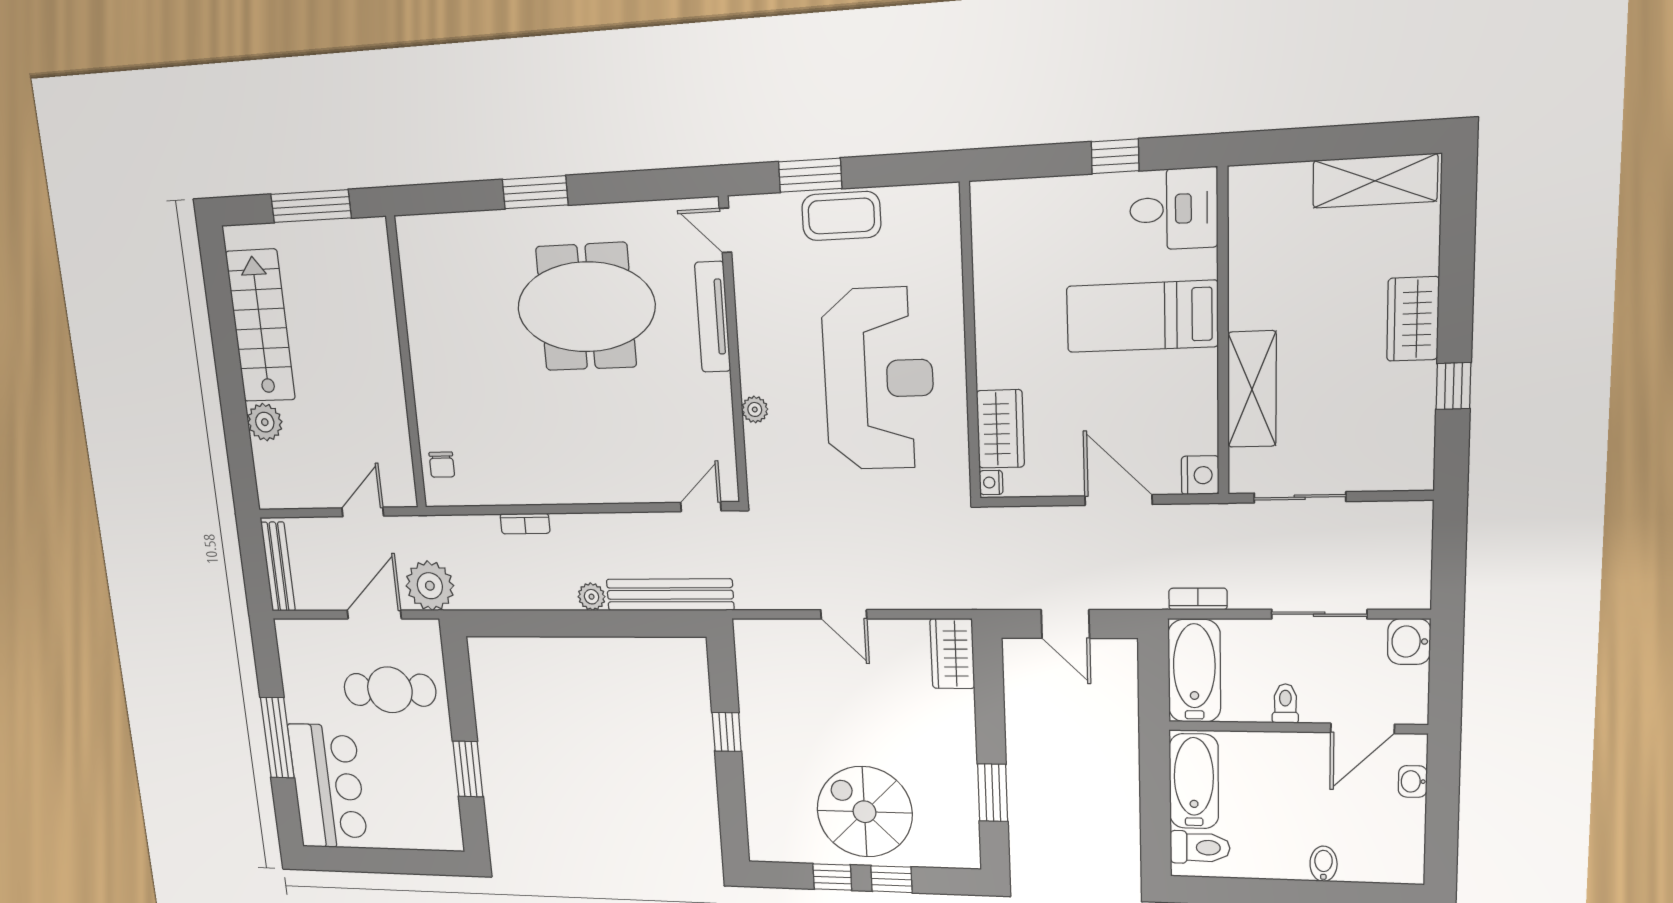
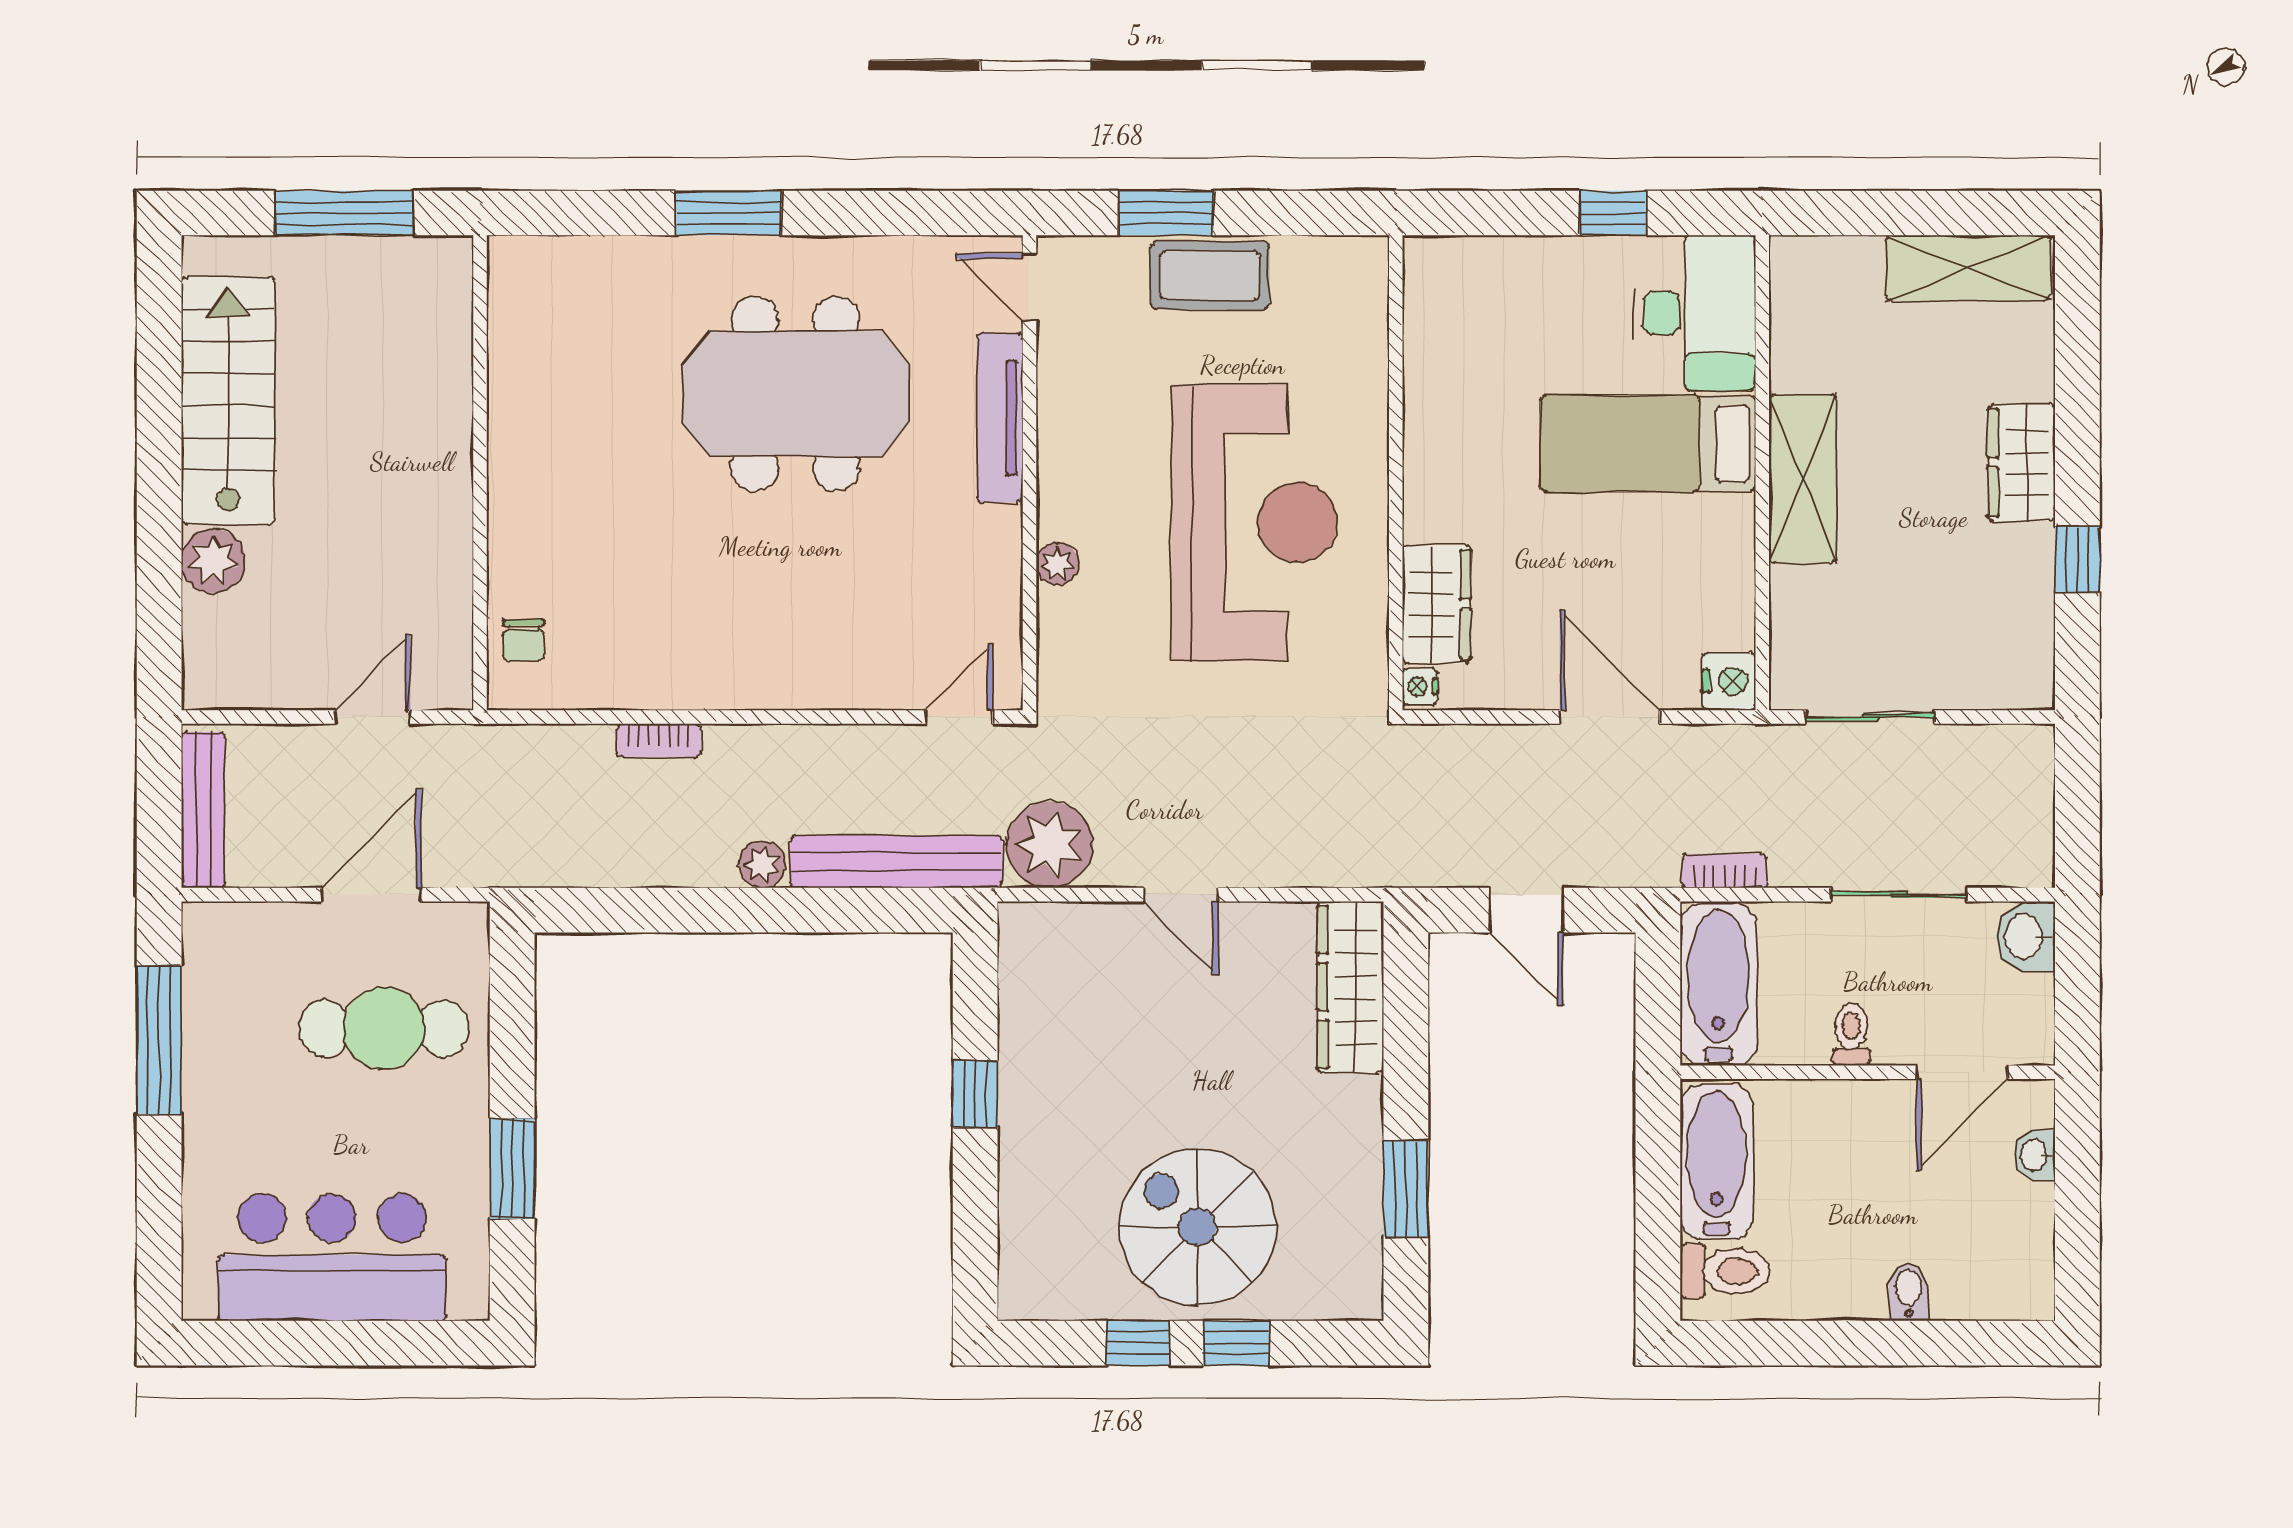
desk: (1174, 209) -> (1694, 313), width x1.37
shelving: (1252, 389) -> (1803, 479), moved
plant: (430, 586) -> (1050, 845), moved
wardrobe: (952, 654) -> (1350, 987), width x1.50
window: (277, 738) -> (159, 1040), moved
bar counter: (328, 786) -> (332, 1257), moved, turned -90

